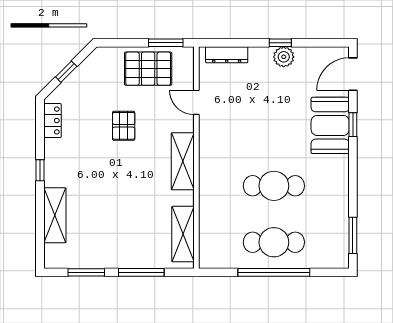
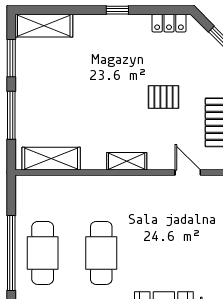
door: (196, 102) -> (188, 173), hinge flipped
shelving: (183, 161) -> (127, 161), width x0.67, depth x0.75
shelving: (55, 215) -> (44, 26), moved

